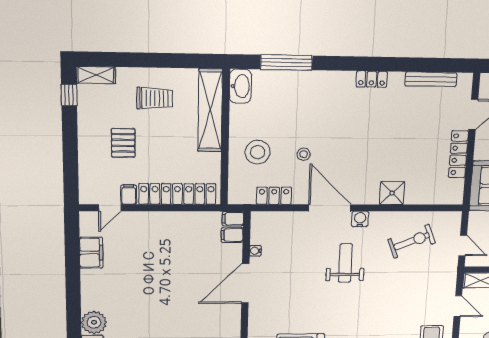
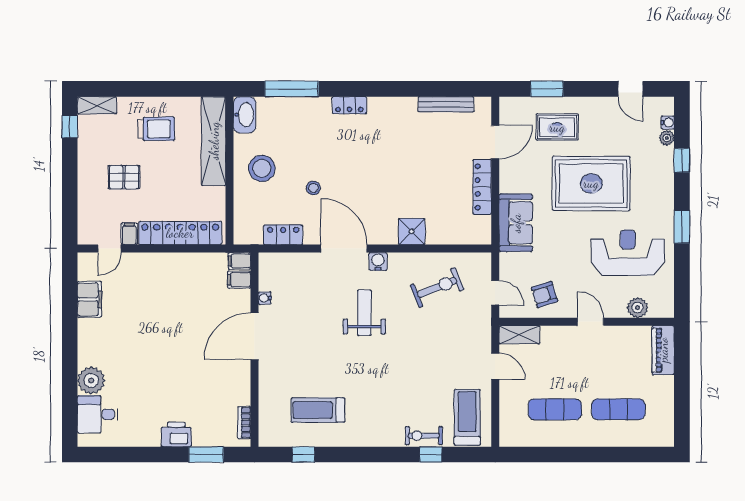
locker: (372, 79) -> (349, 105), moved
pallet: (123, 143) -> (124, 177), turned 90
stool: (258, 152) -> (262, 168), moved

